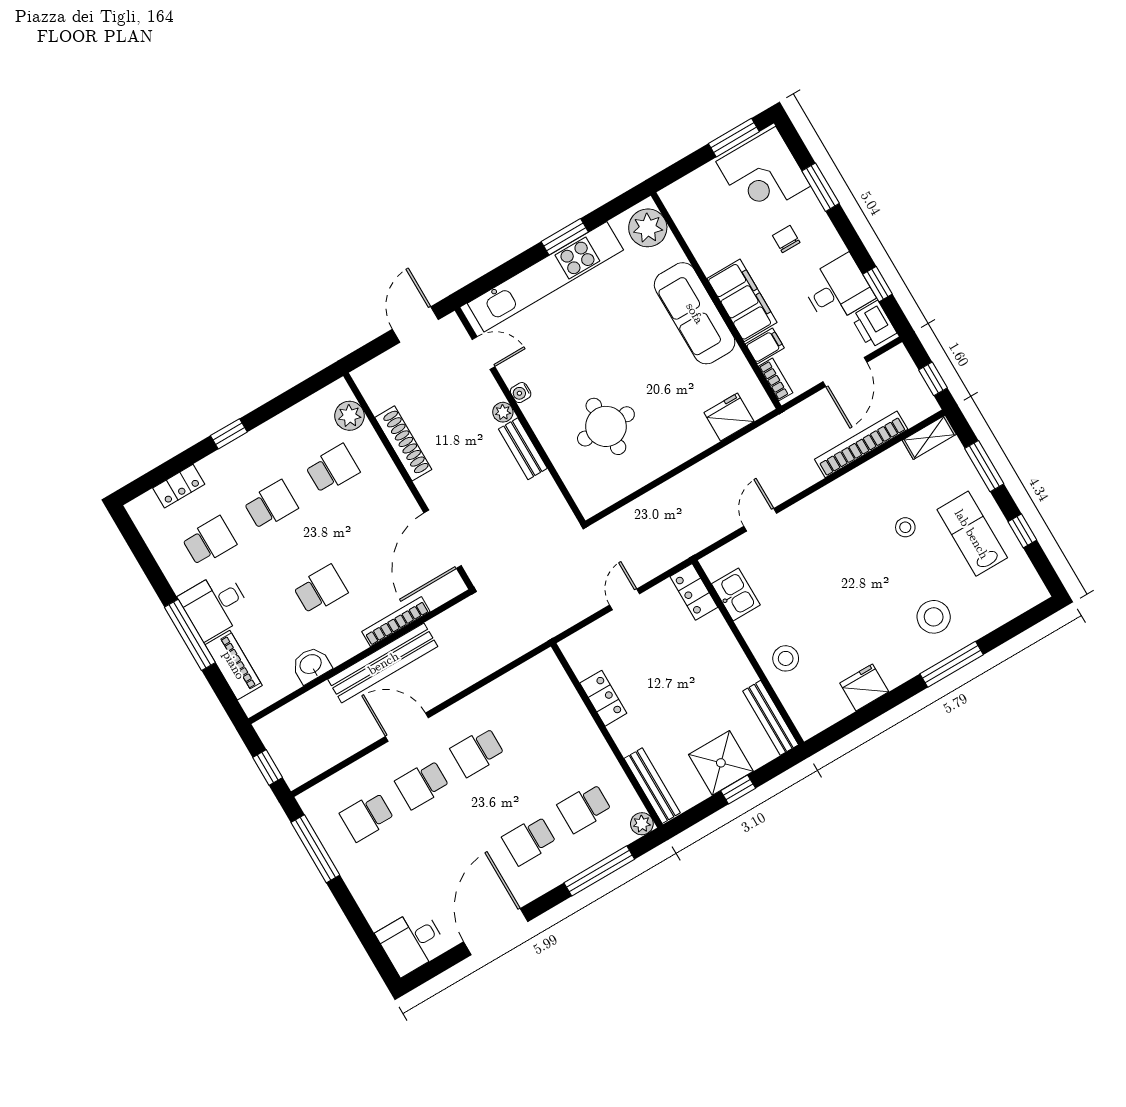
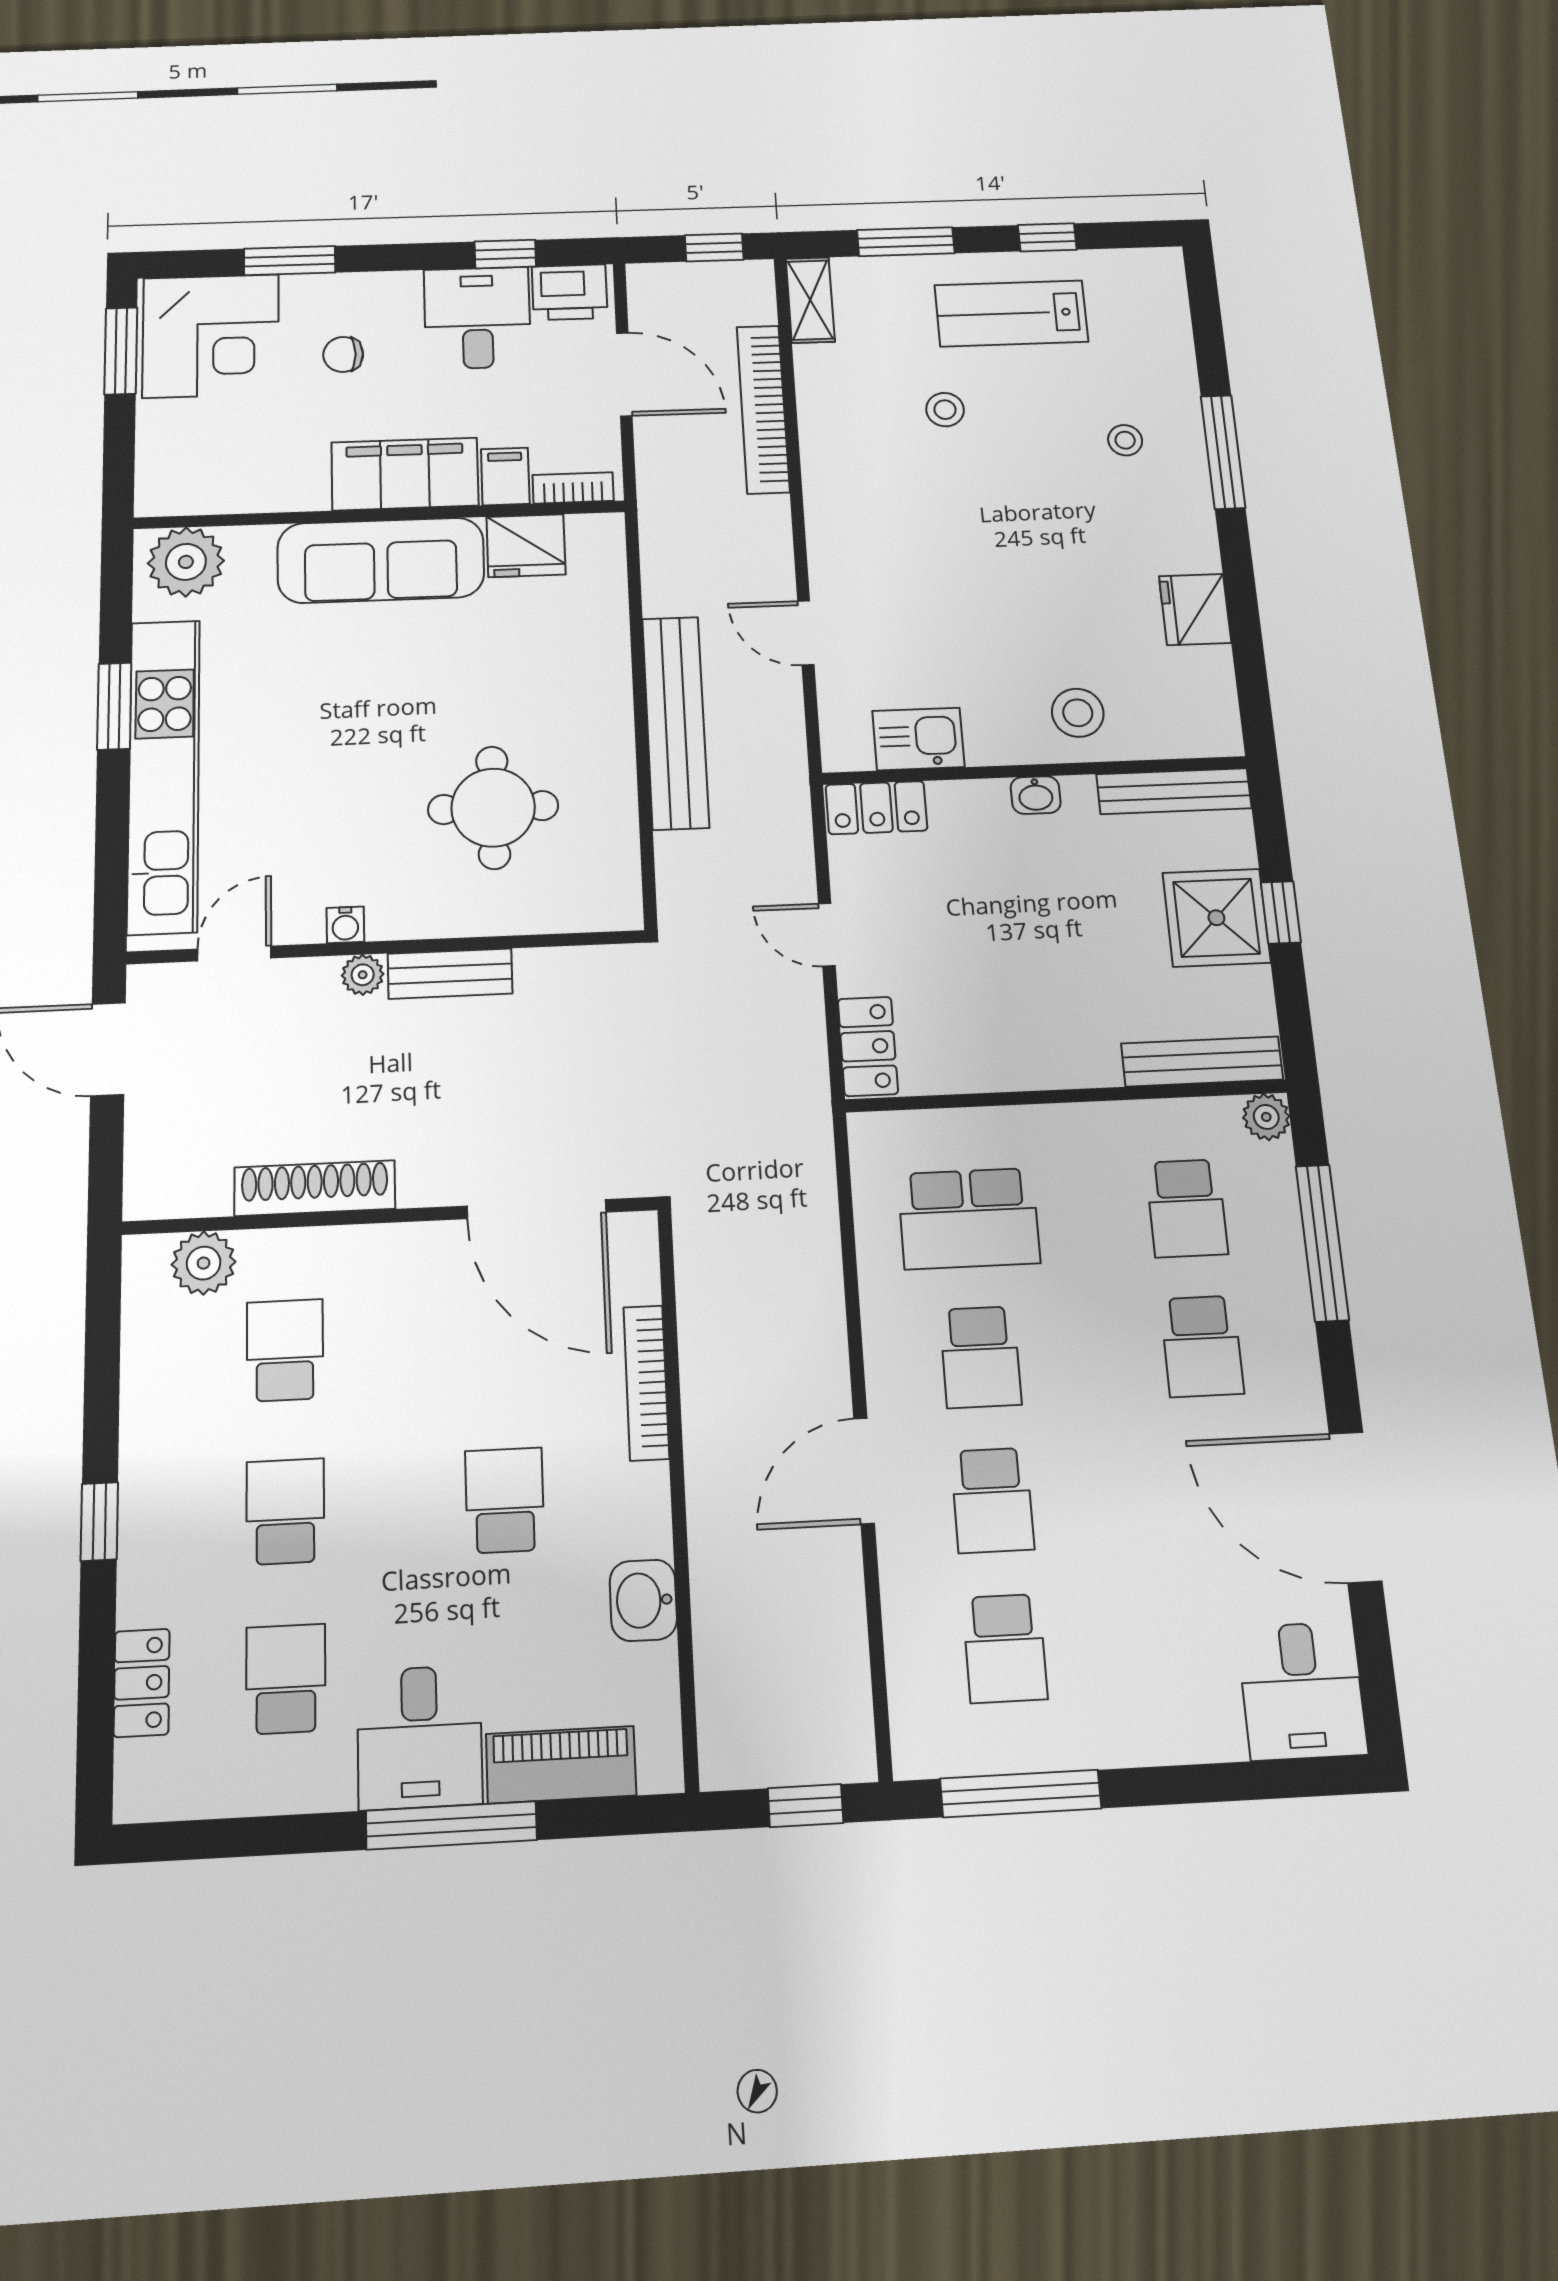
fridge: (729, 417) -> (526, 546), moved, turned -90
stool: (934, 617) -> (1125, 440), width x0.53, depth x0.53
washbasin: (737, 658) -> (1036, 795), added
bench: (383, 663) -> (675, 722), moved
locker: (603, 698) -> (868, 1046), moved, turned 90
school desk: (532, 720) -> (969, 1218), added

